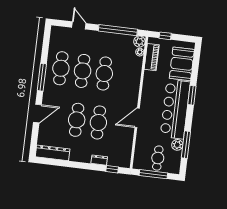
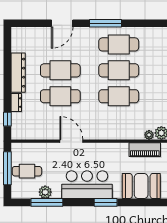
bar counter: (175, 109) -> (87, 185), width x0.73
door: (37, 114) -> (62, 23), hinge flipped
dresser: (53, 153) -> (18, 73), moved

